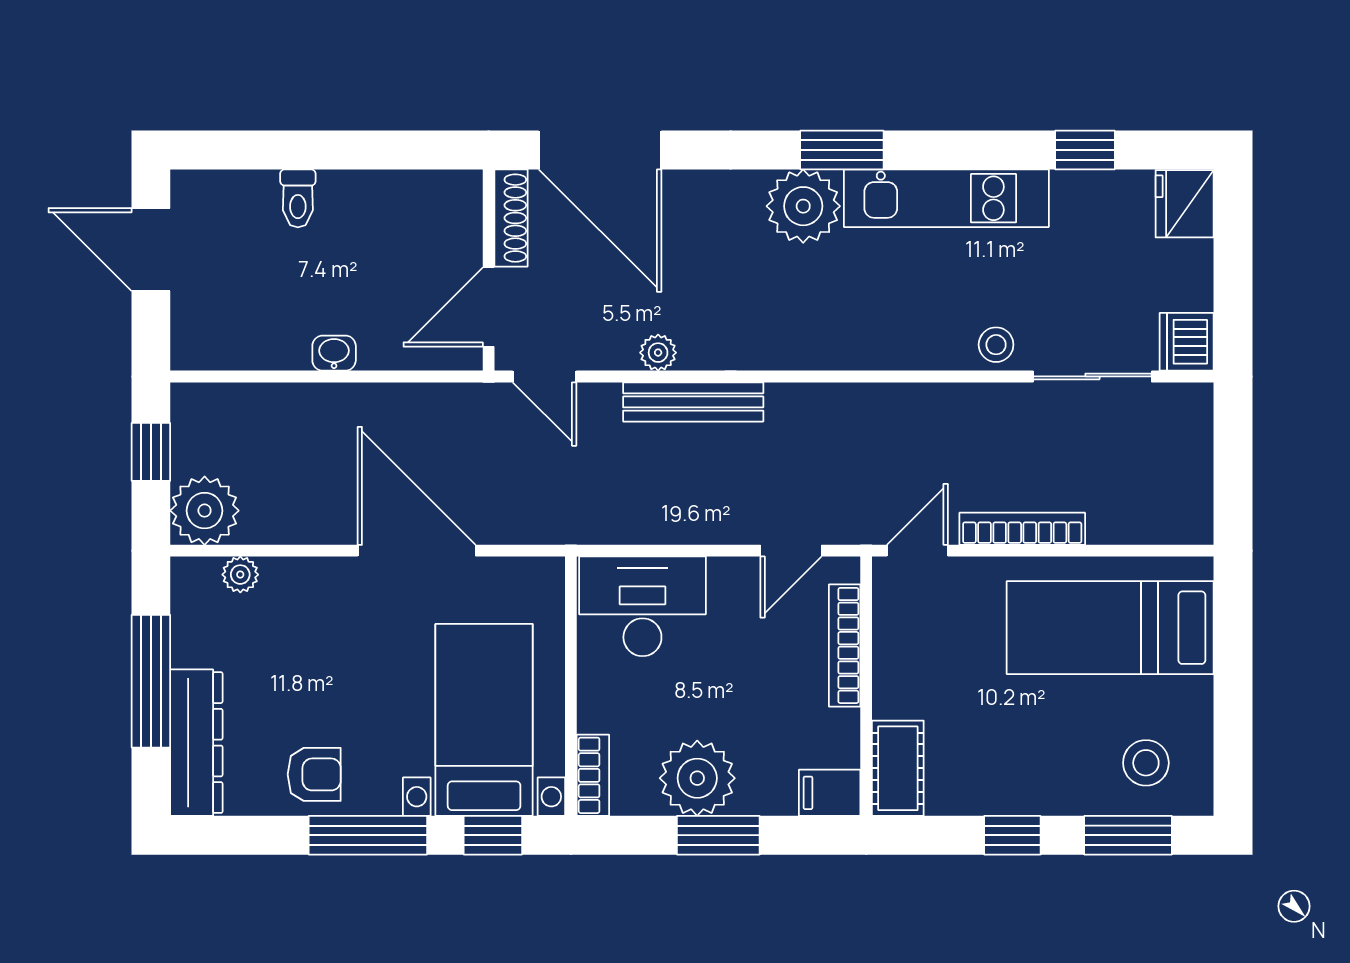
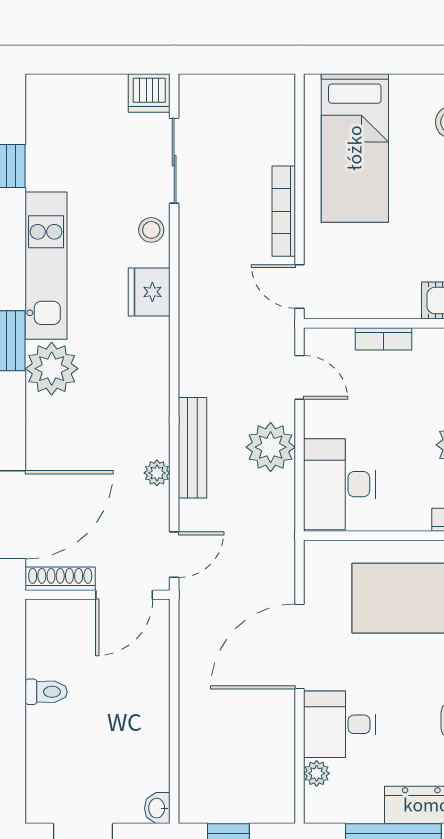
toilet: (298, 198) -> (46, 692), moved
fridge: (1185, 204) -> (149, 292), moved, turned 90
door: (489, 307) -> (124, 595), hinge flipped
washbasin: (334, 353) -> (157, 808), moved
plant: (205, 511) -> (271, 447), moved
desk: (309, 607) -> (340, 724), added
bookcase: (845, 645) -> (383, 339), width x0.64

